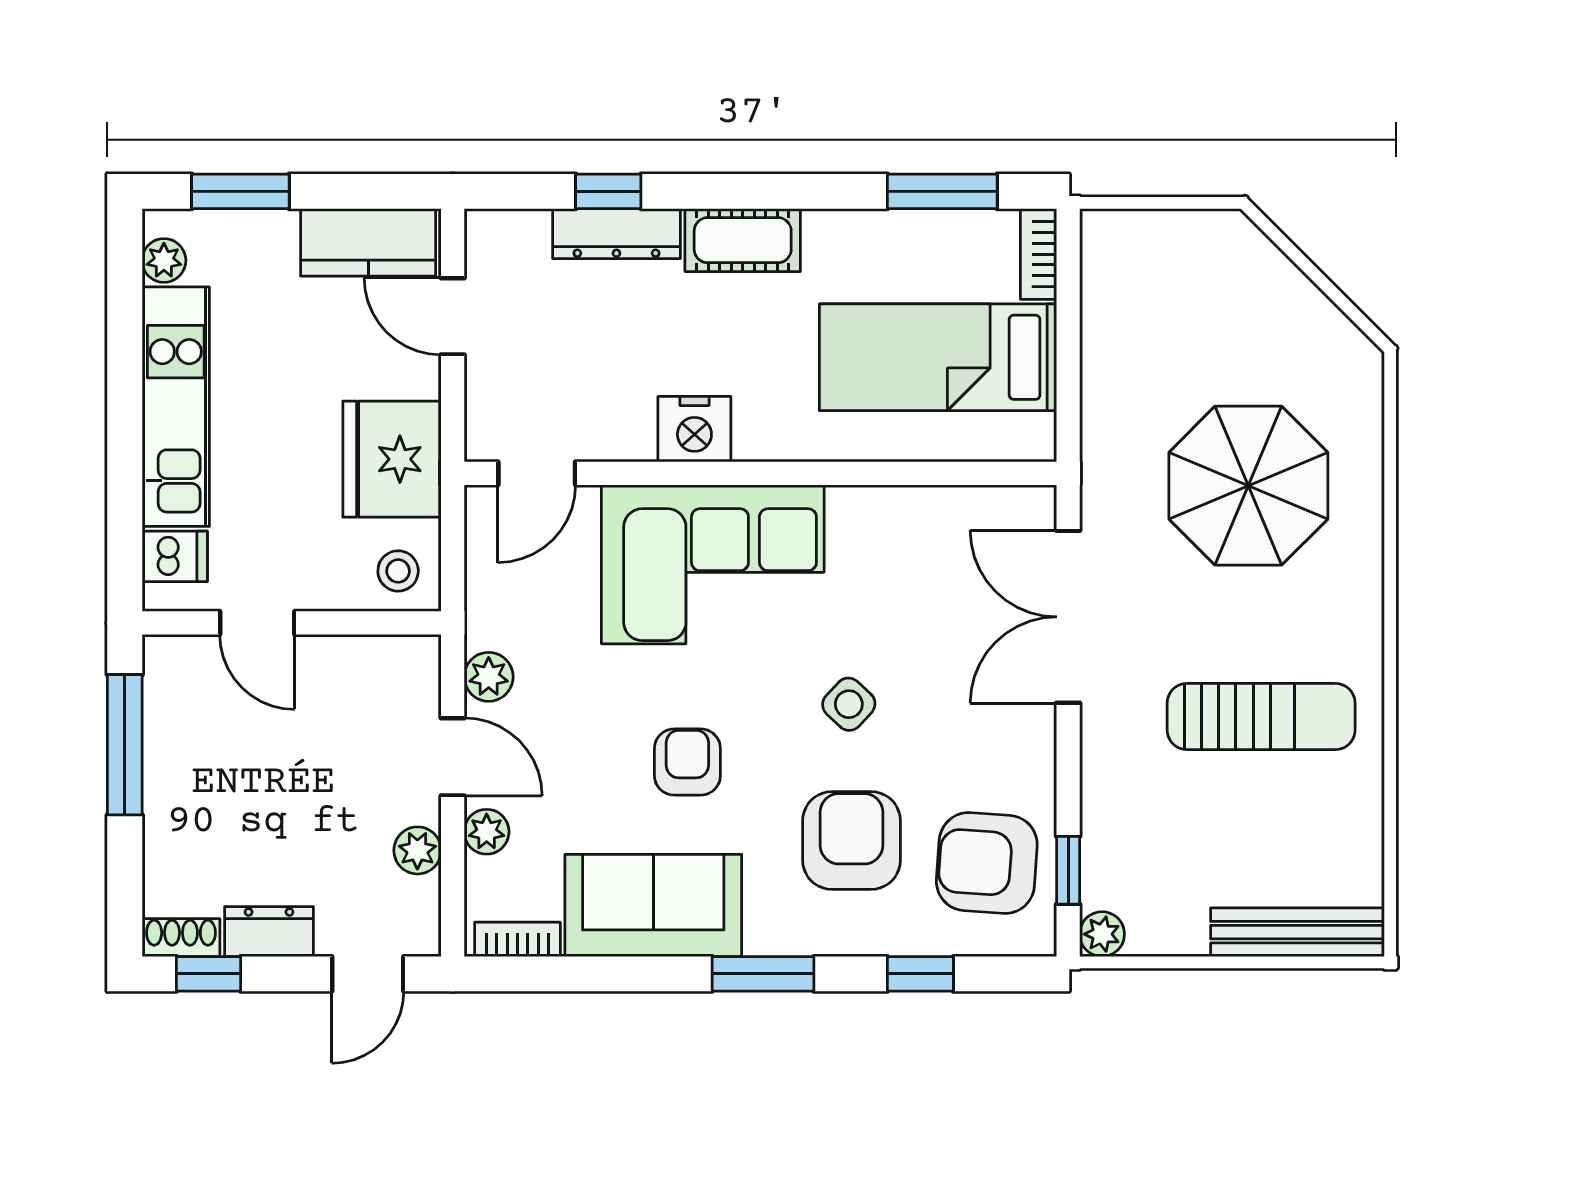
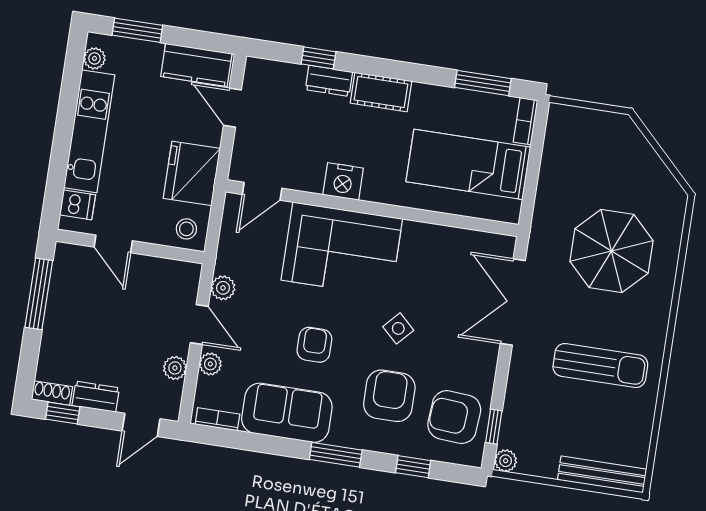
dresser: (616, 234) -> (329, 81), width x0.70

